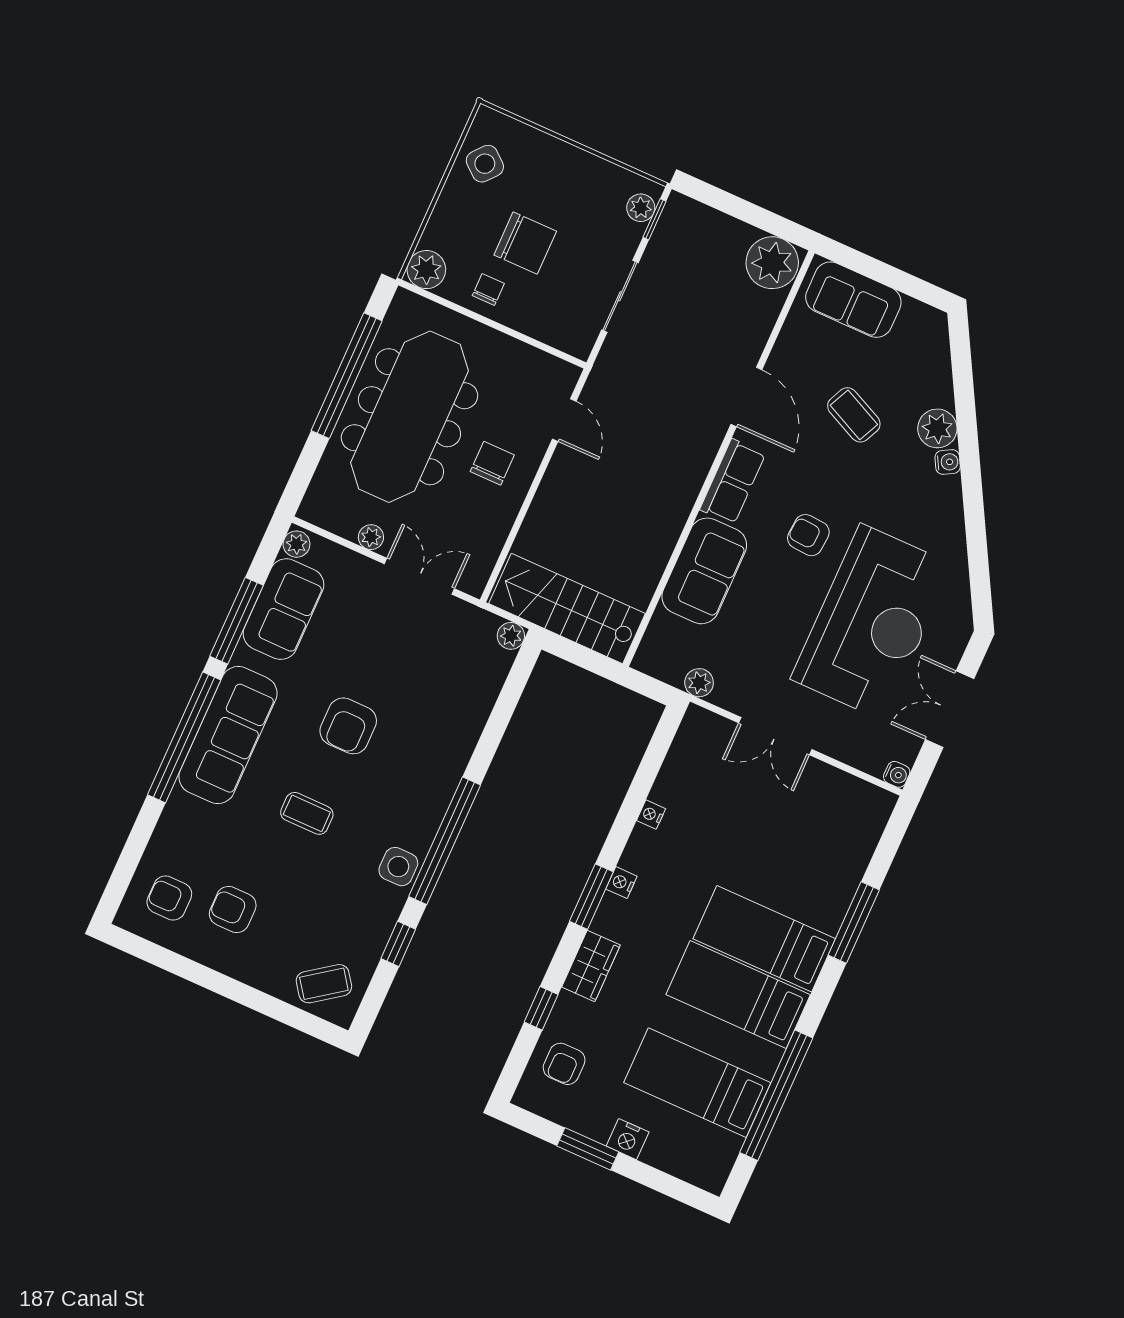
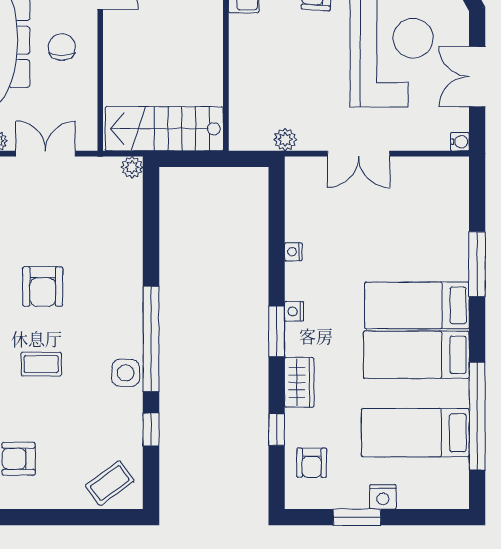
sofa: (704, 571) -> (252, 56), removed

